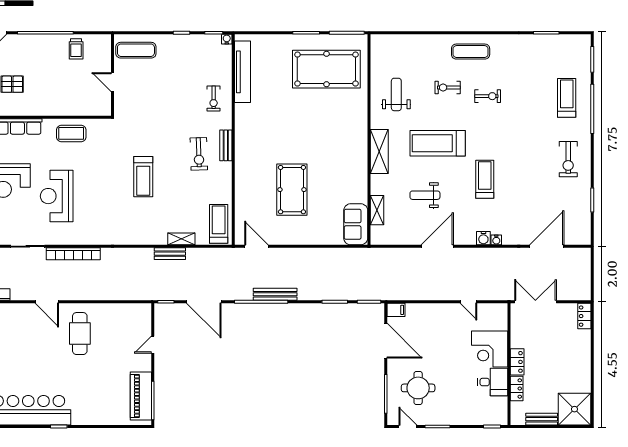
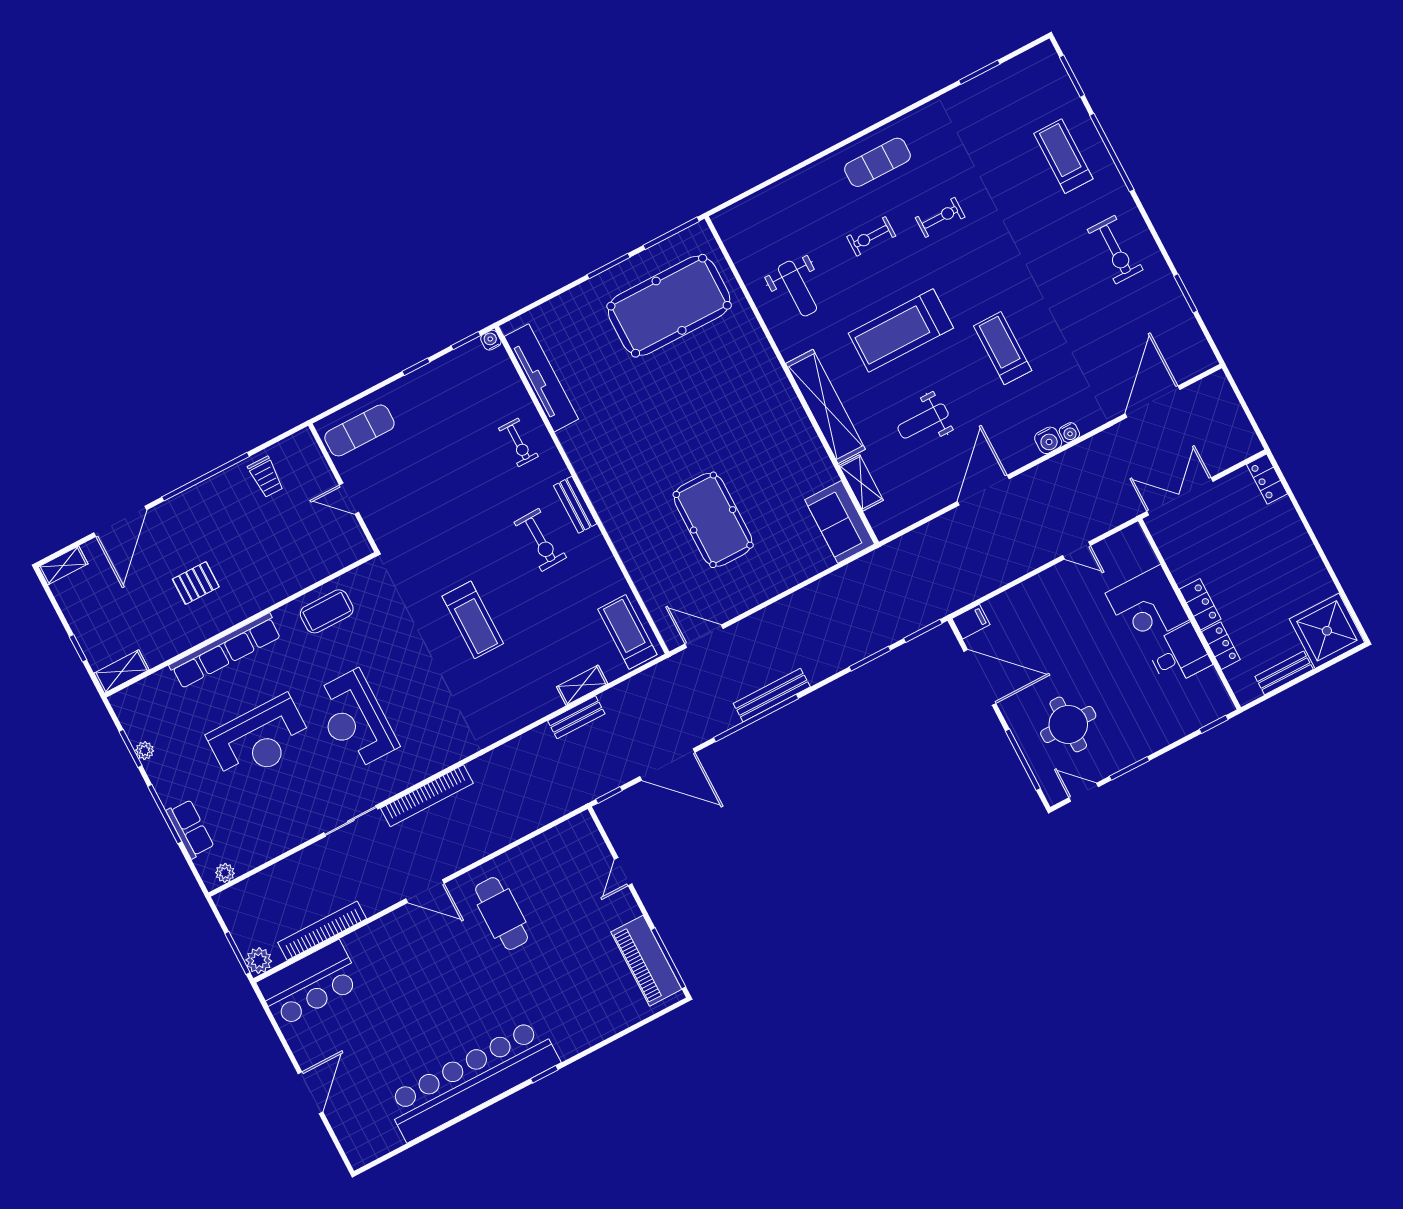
weight bench: (396, 94) -> (797, 289), turned 180
shelving: (379, 151) -> (826, 406), width x1.47

